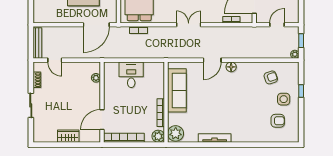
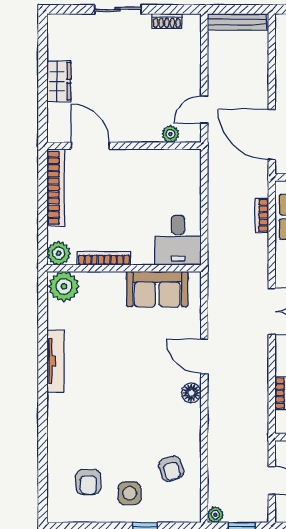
door: (55, 60) -> (204, 110), moved
desk: (131, 75) -> (178, 240), moved, turned 90
sofa: (177, 90) -> (157, 289), width x0.73

